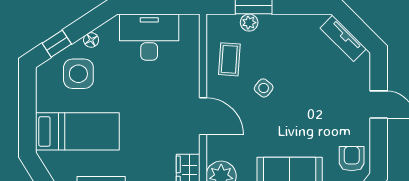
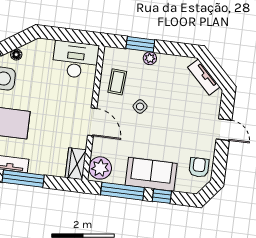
plant: (249, 23) -> (150, 58), moved
desk: (149, 37) -> (75, 60), moved

